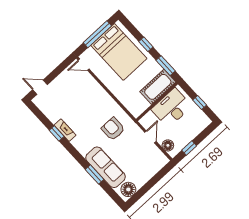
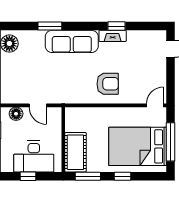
desk: (172, 108) -> (34, 157), moved, turned 90
armchair: (113, 129) -> (108, 84), moved
sofa: (106, 167) -> (72, 41), moved

